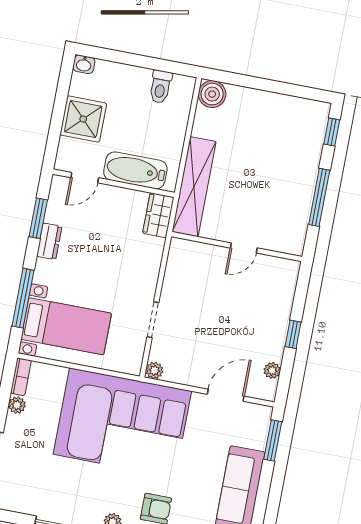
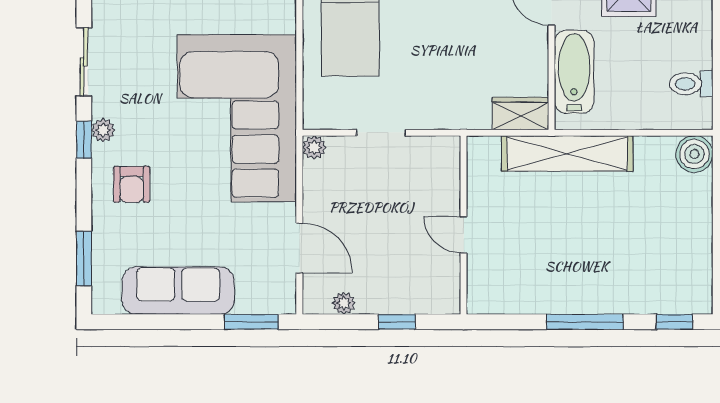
wall: (237, 247) -> (464, 225), moved
door: (244, 248) -> (464, 235), moved

